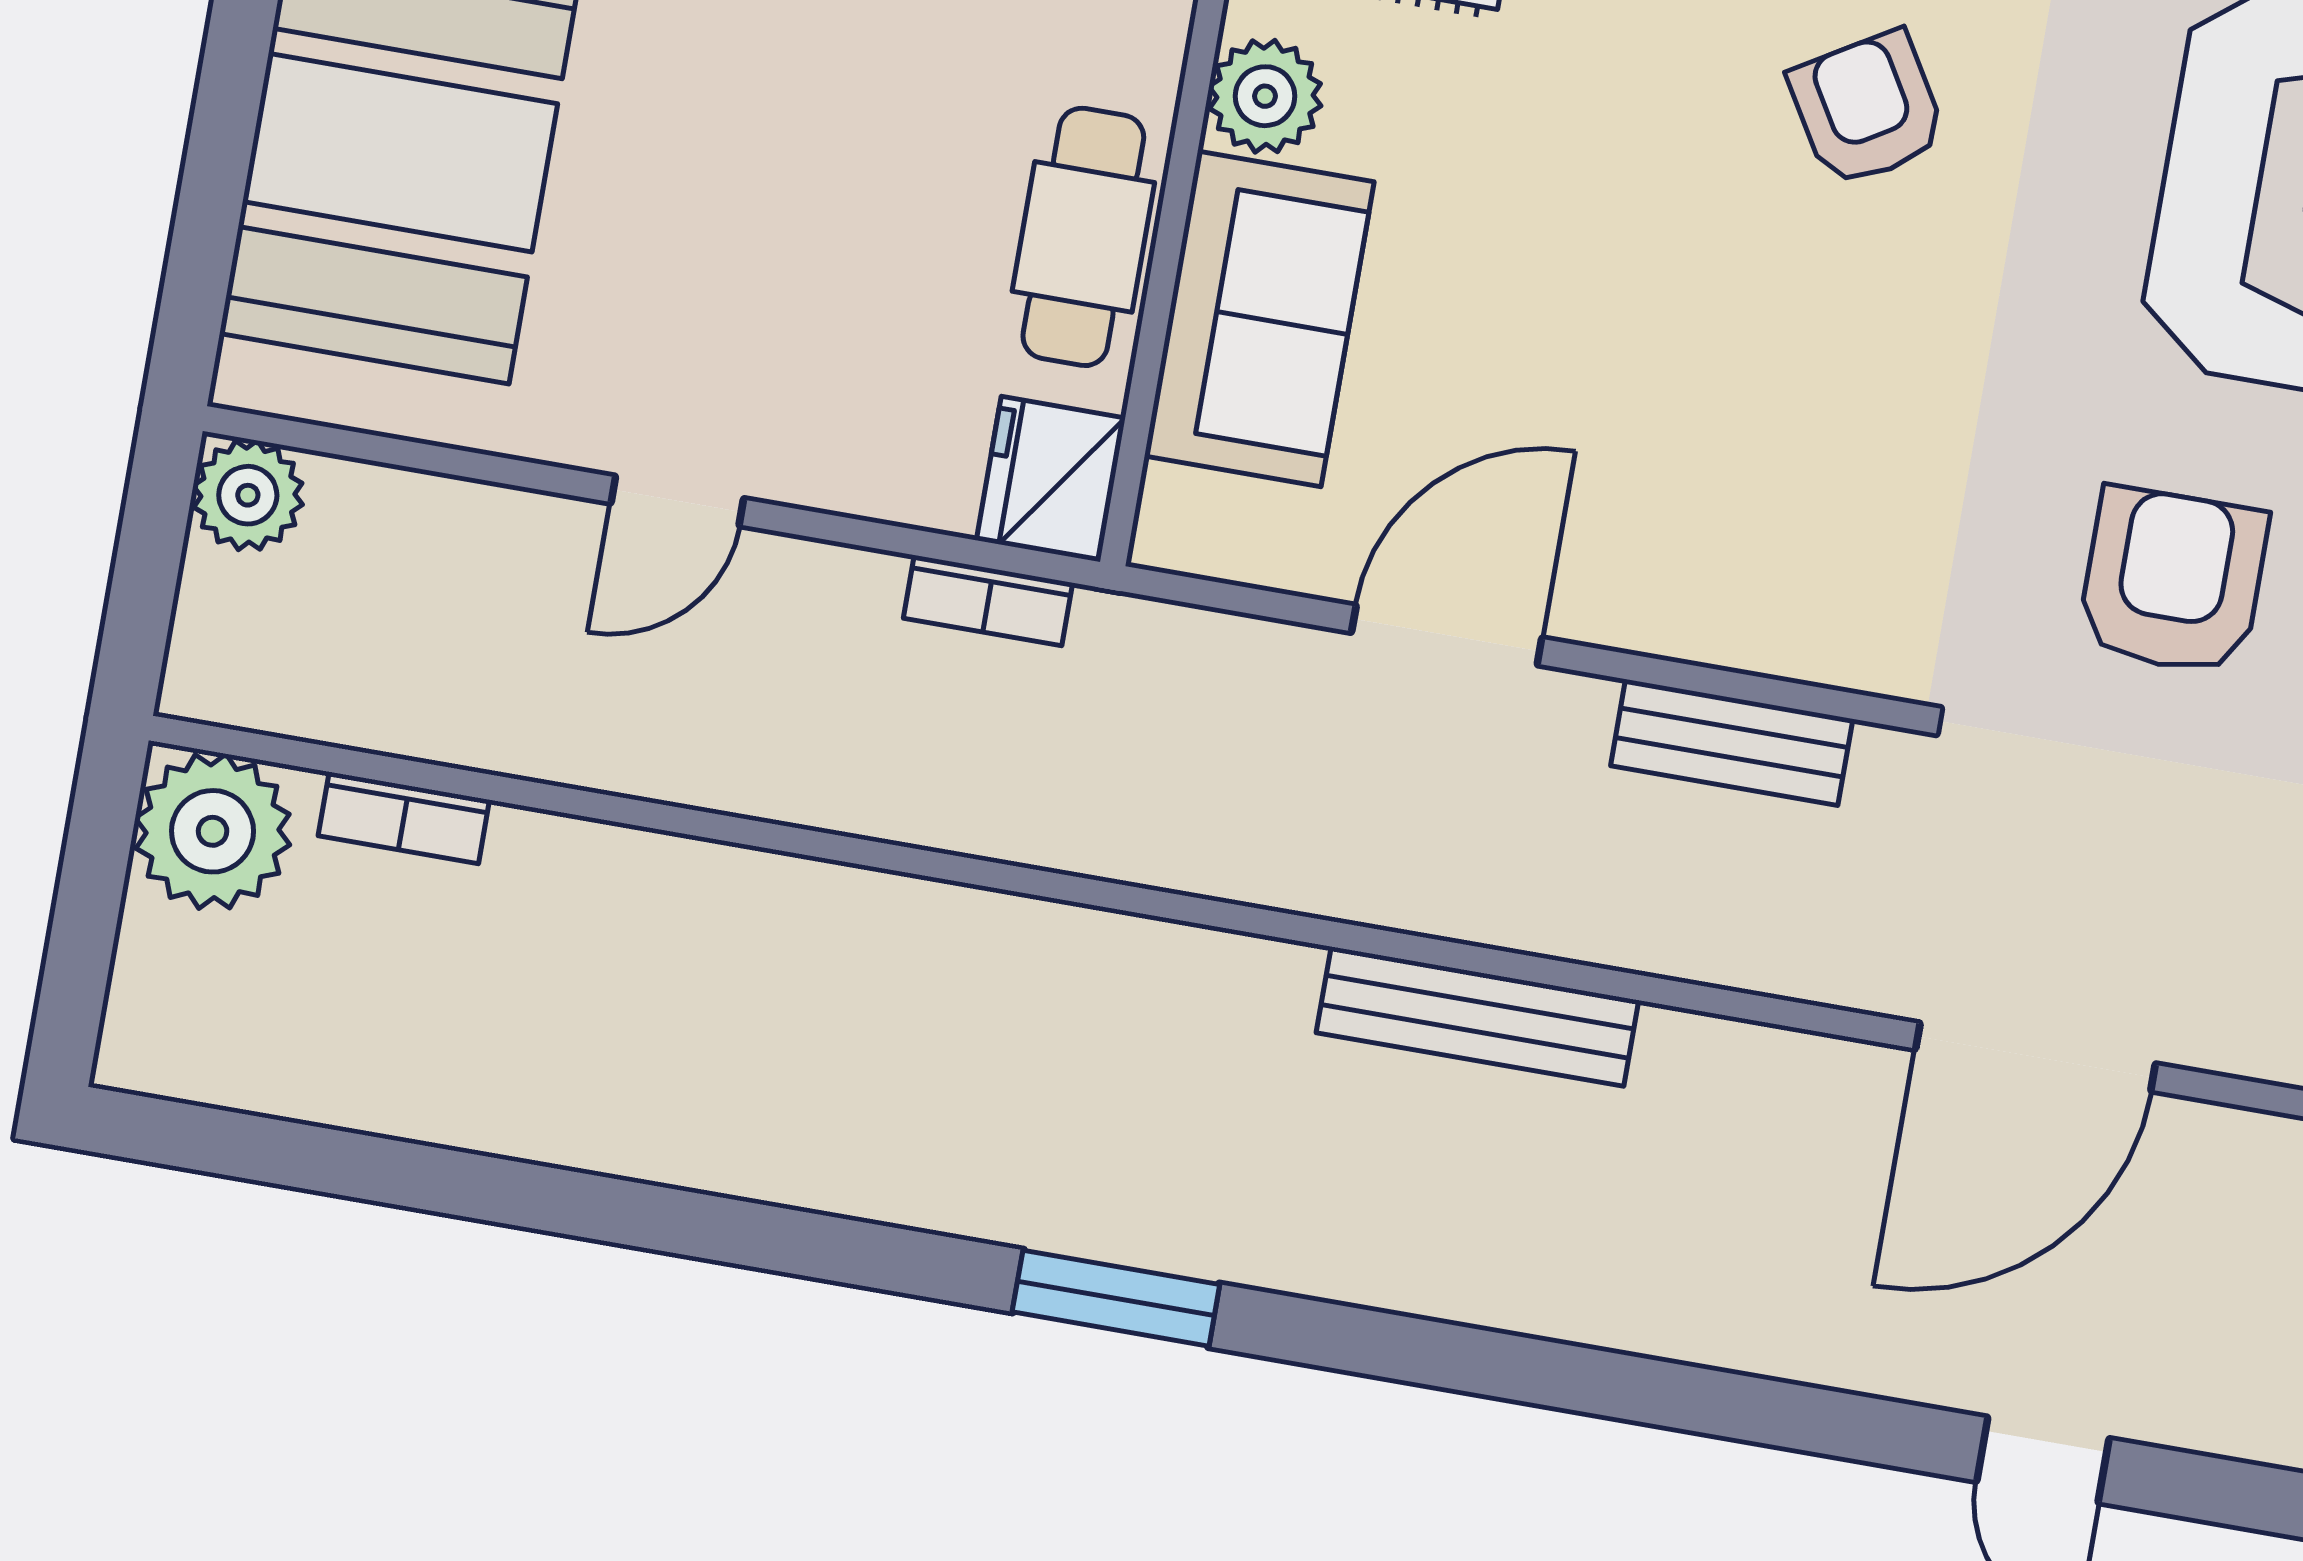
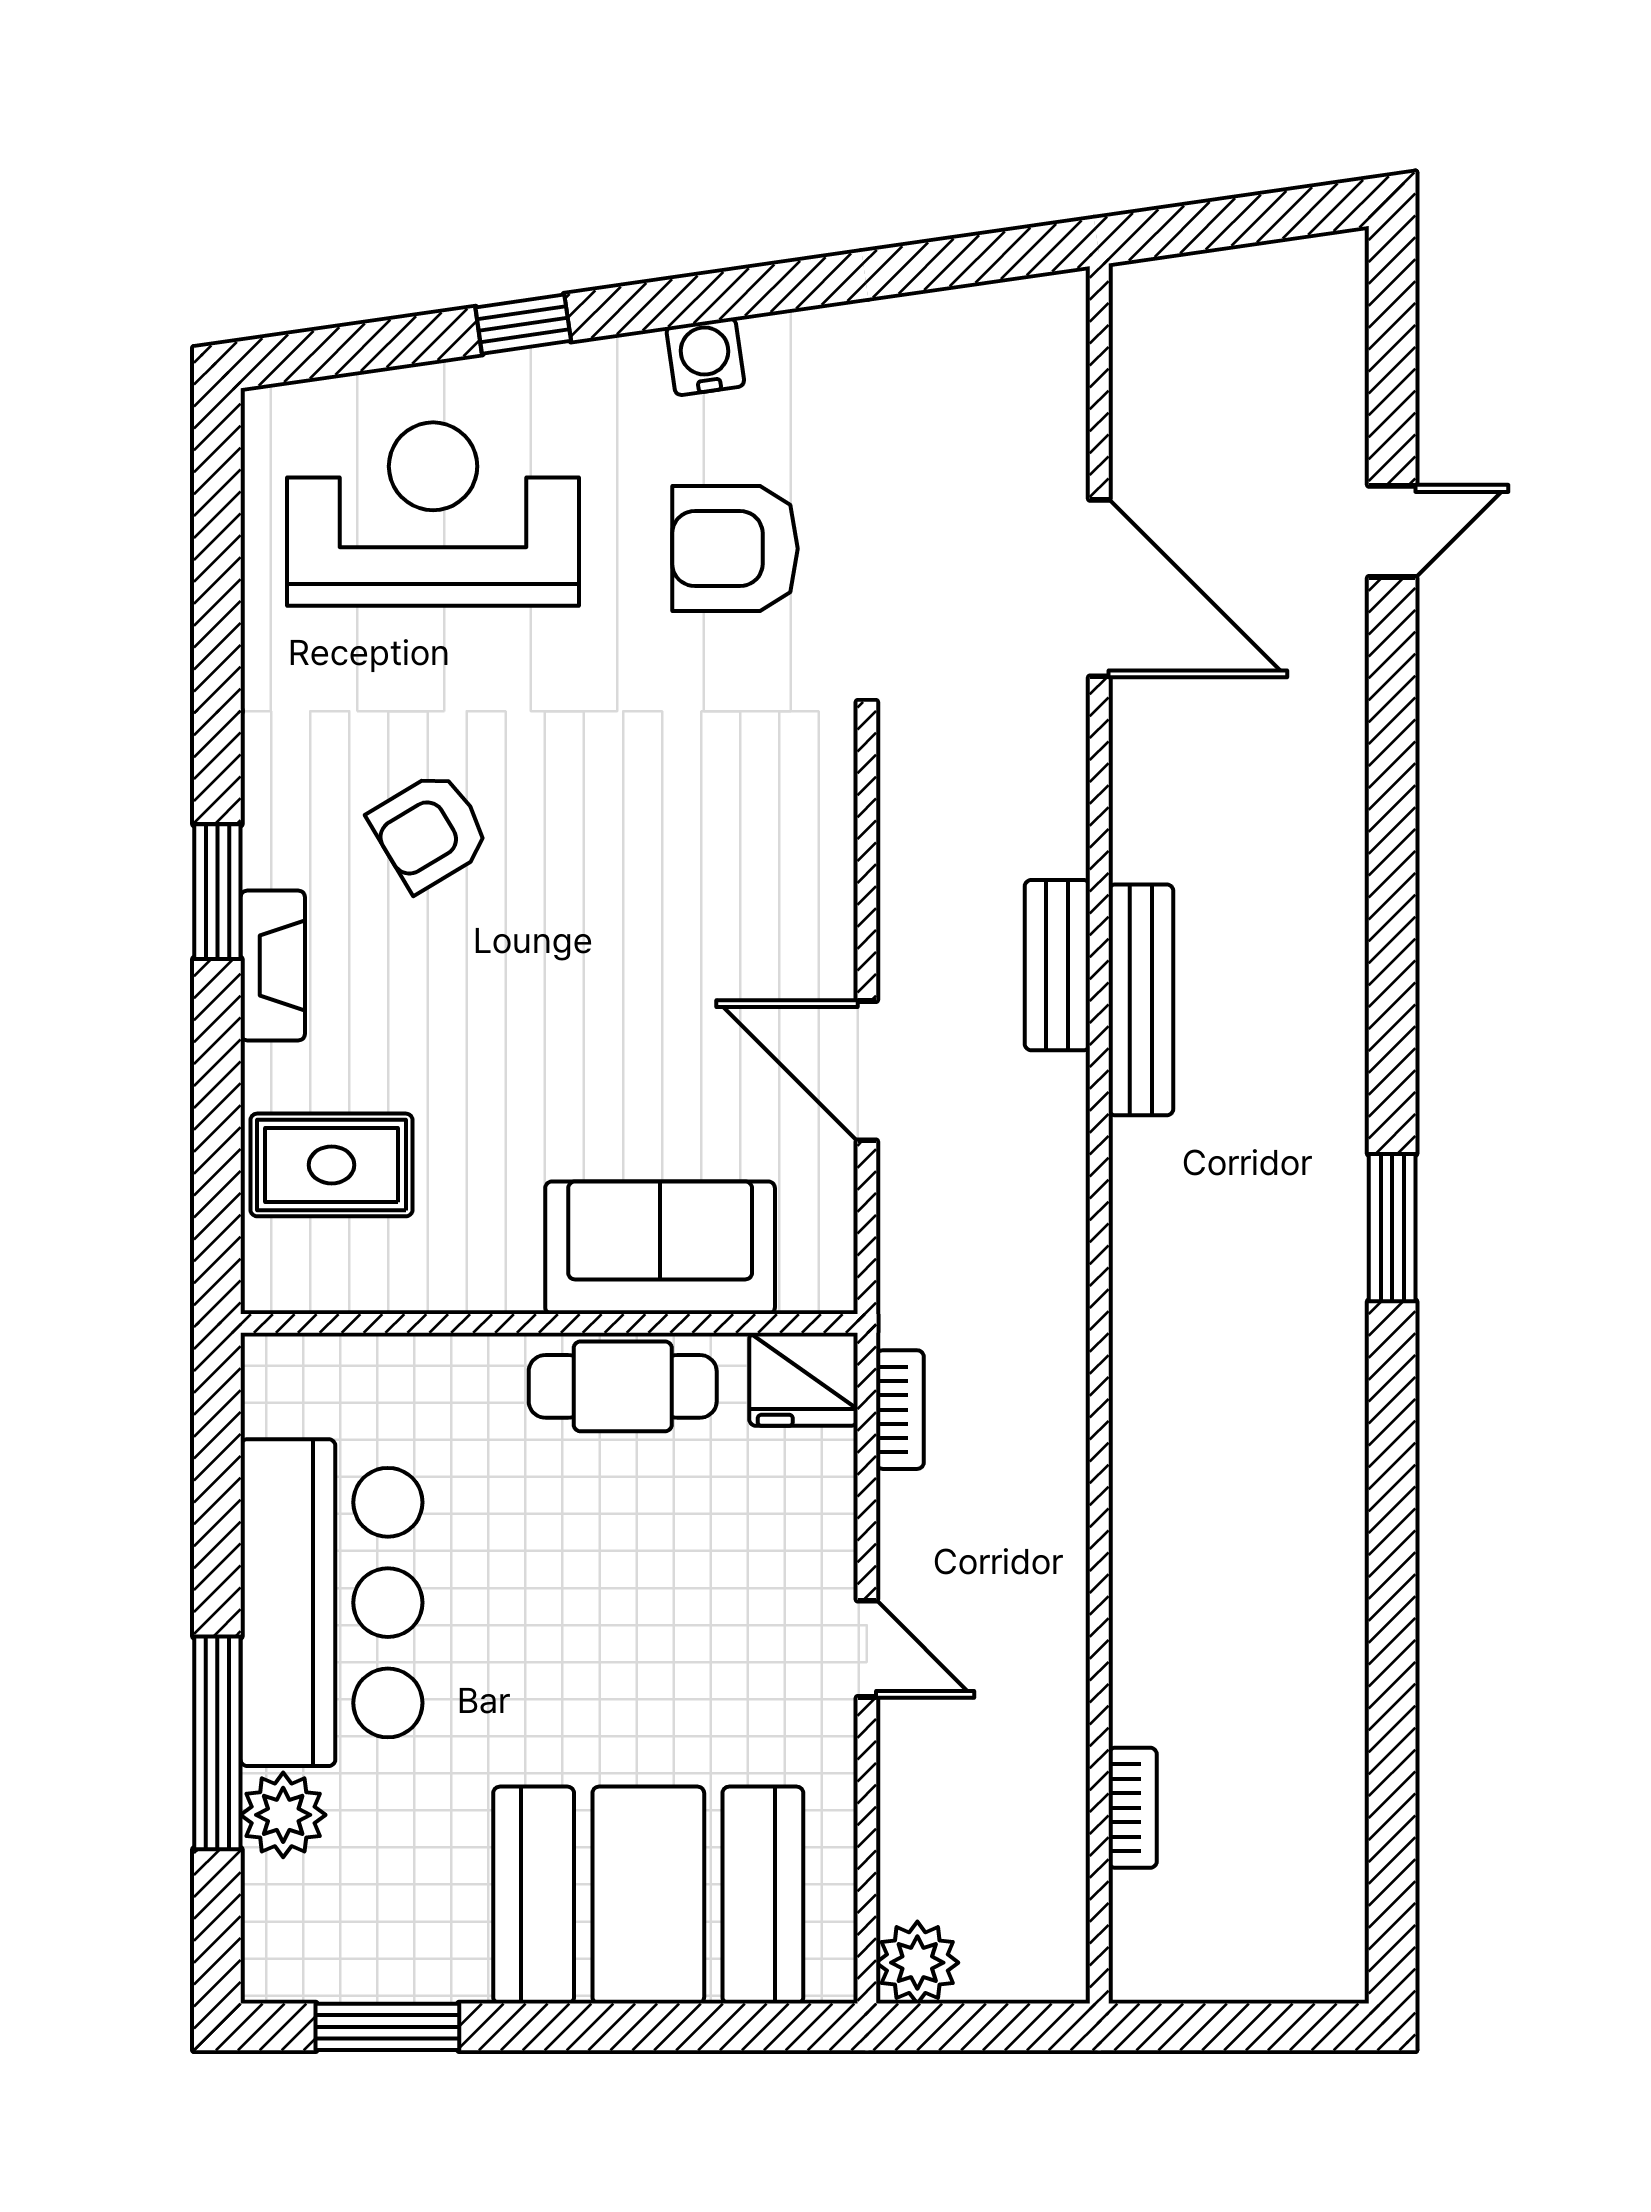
plant: (1265, 96) -> (497, 1272), removed
bench: (1732, 742) -> (1057, 965), moved
plant: (213, 831) -> (1167, 1946), removed

